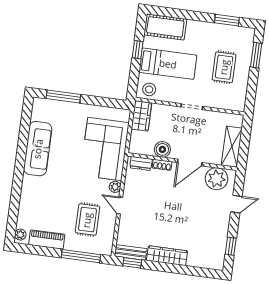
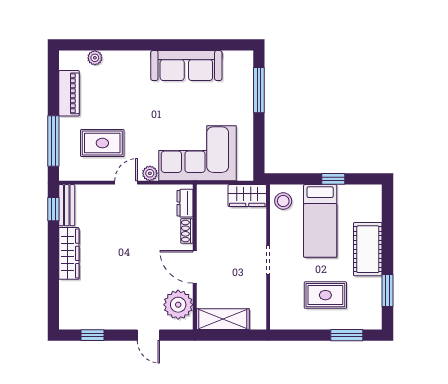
cot: (165, 27) -> (368, 249), moved
boiler: (162, 149) -> (207, 229), removed
plant: (20, 235) -> (95, 58), moved

